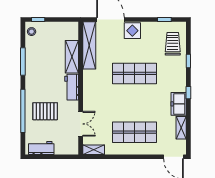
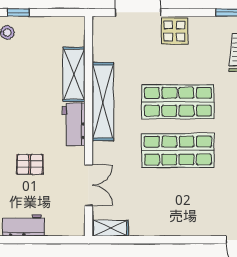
shelving: (89, 45) -> (103, 102), moved
pallet: (45, 111) -> (30, 164), width x0.67, depth x0.71
shop shelf: (134, 132) -> (178, 151), moved

